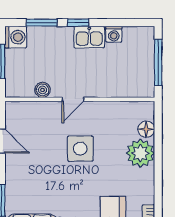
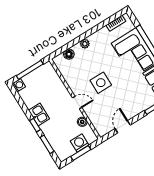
washing machine: (114, 34) -> (19, 85), moved
washing machine: (16, 37) -> (80, 143), moved
plant: (140, 153) -> (85, 44), width x0.53, depth x0.53

